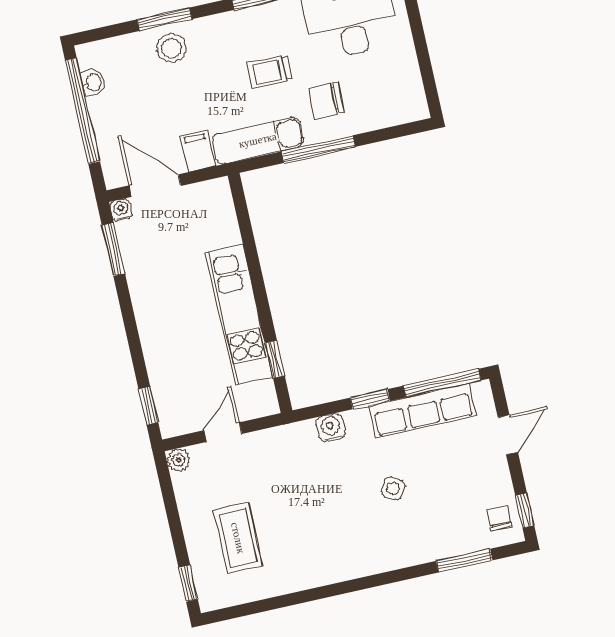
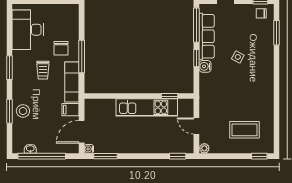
water cooler: (331, 428) -> (205, 66), moved

